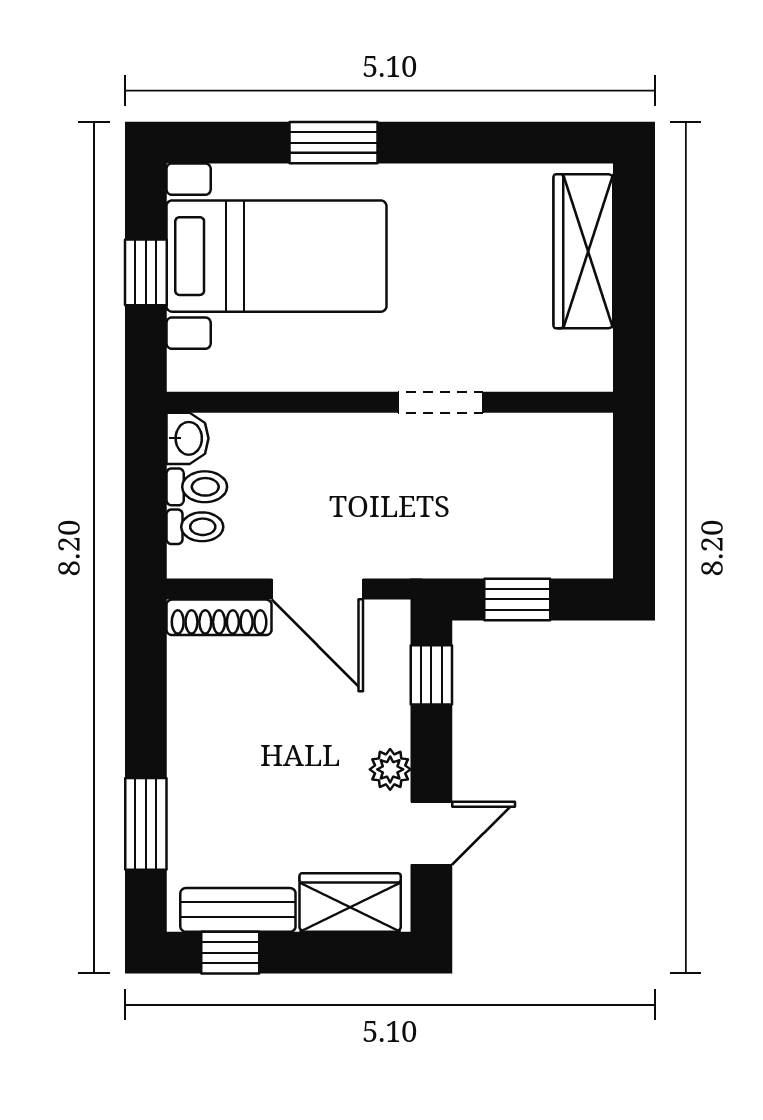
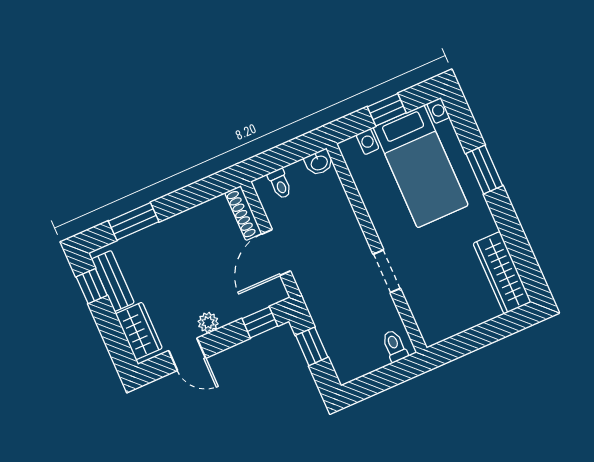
wardrobe: (583, 251) -> (502, 273), moved, turned -90
toilet: (197, 487) -> (395, 346), moved, turned 180

